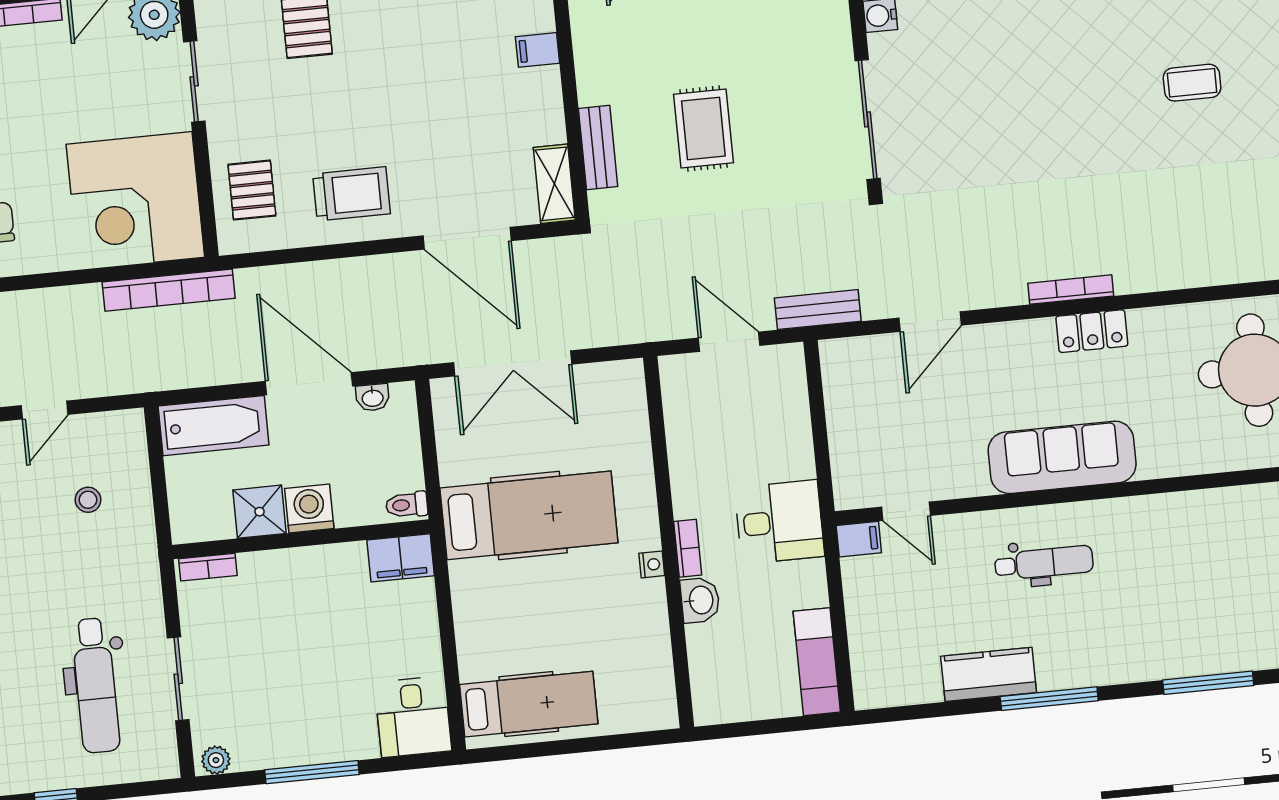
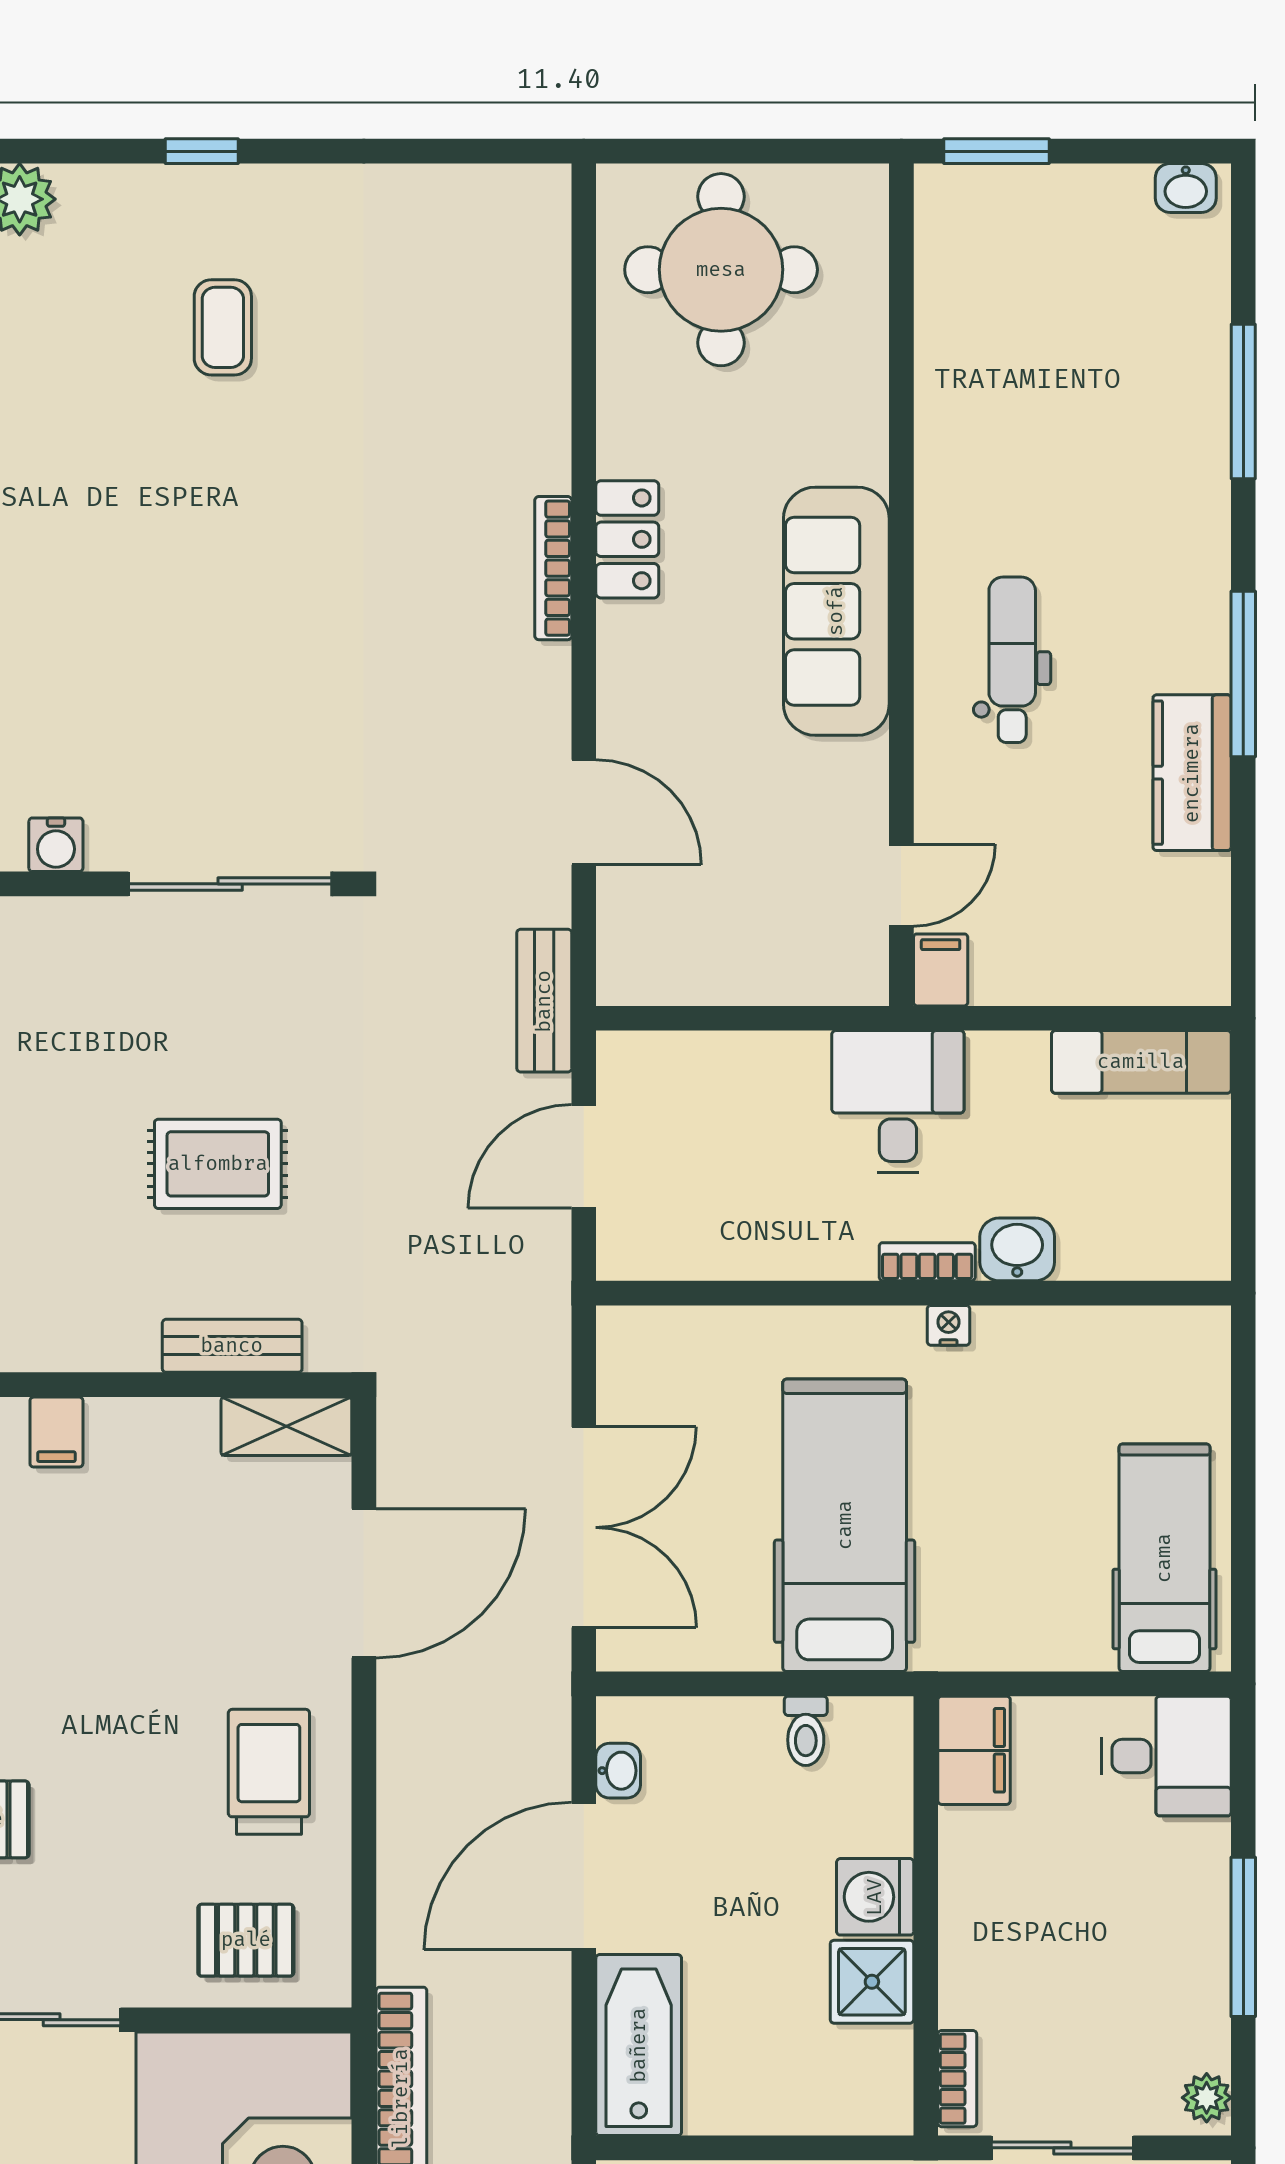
washing machine: (309, 509) -> (875, 1897), moved
shower: (260, 512) -> (872, 1982), moved
wall: (301, 539) -> (926, 1916), moved
filing cabinet: (401, 558) -> (974, 1750), moved
bookcase: (208, 567) -> (957, 2079), moved

